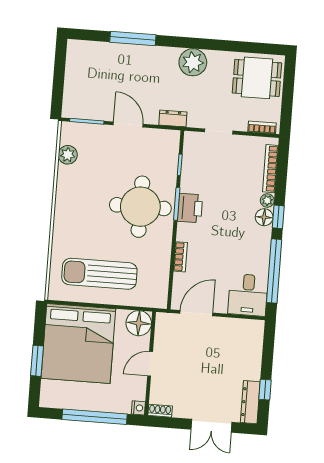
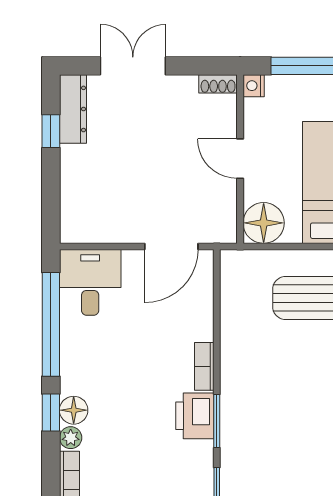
round table: (140, 207) -> (275, 412), removed
bookcase: (180, 257) -> (204, 366), moved
door: (150, 364) -> (240, 159), swing flipped

